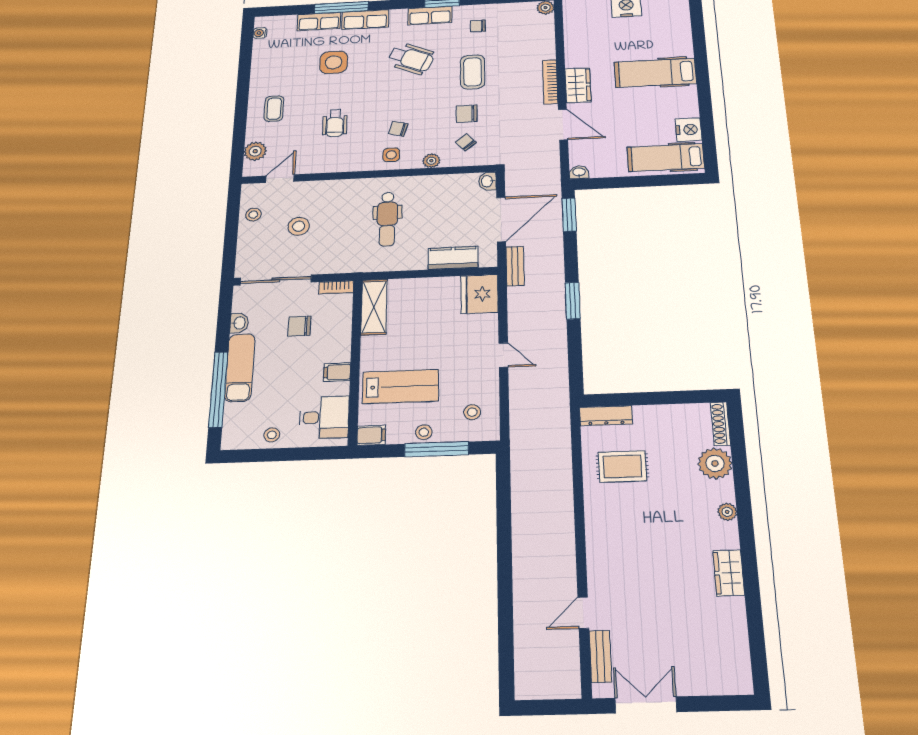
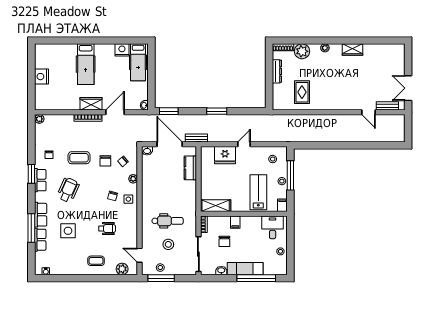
window: (232, 217) -> (161, 278), added
dental chair: (387, 219) -> (168, 221), moved
fridge: (479, 294) -> (225, 155), moved
filing cabinet: (337, 372) -> (235, 222), moved
dresser: (606, 416) -> (277, 71), moved

